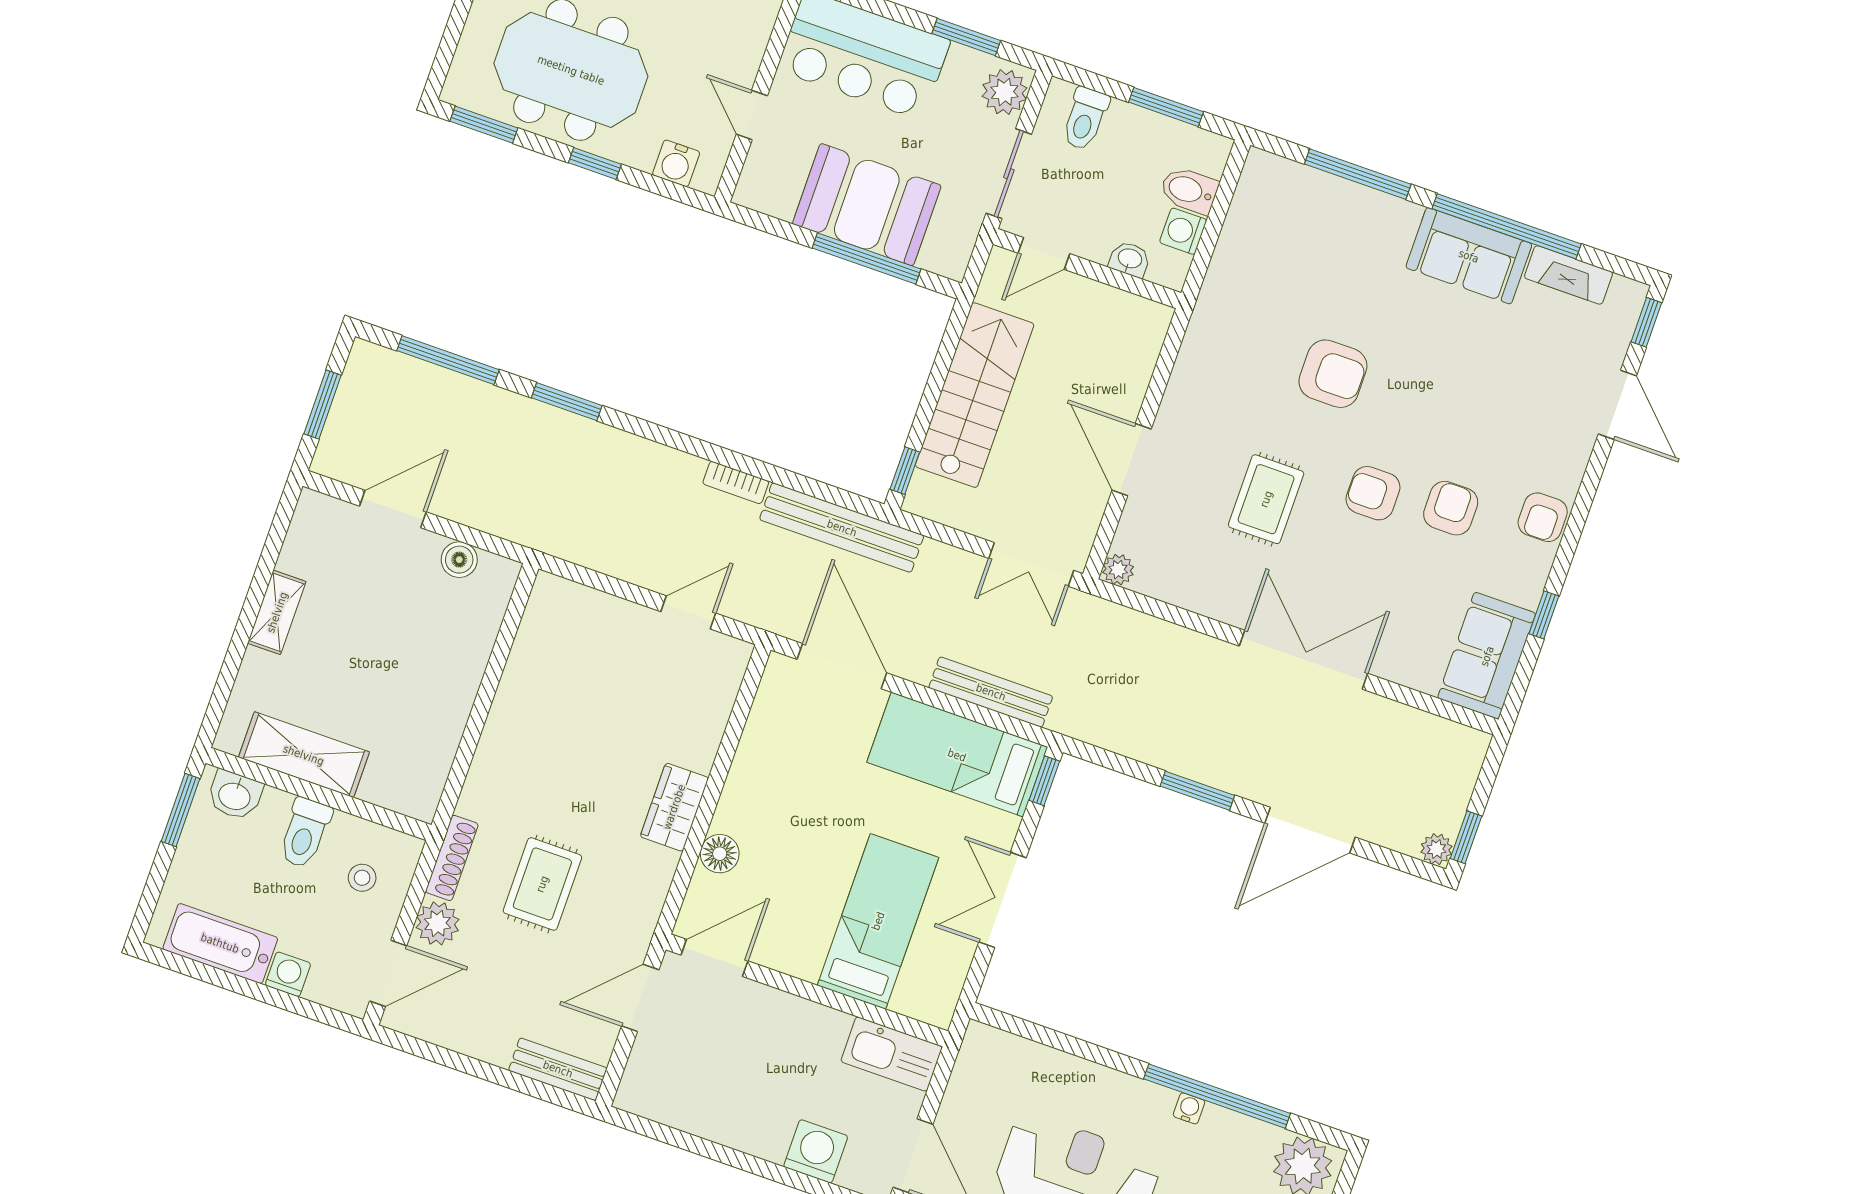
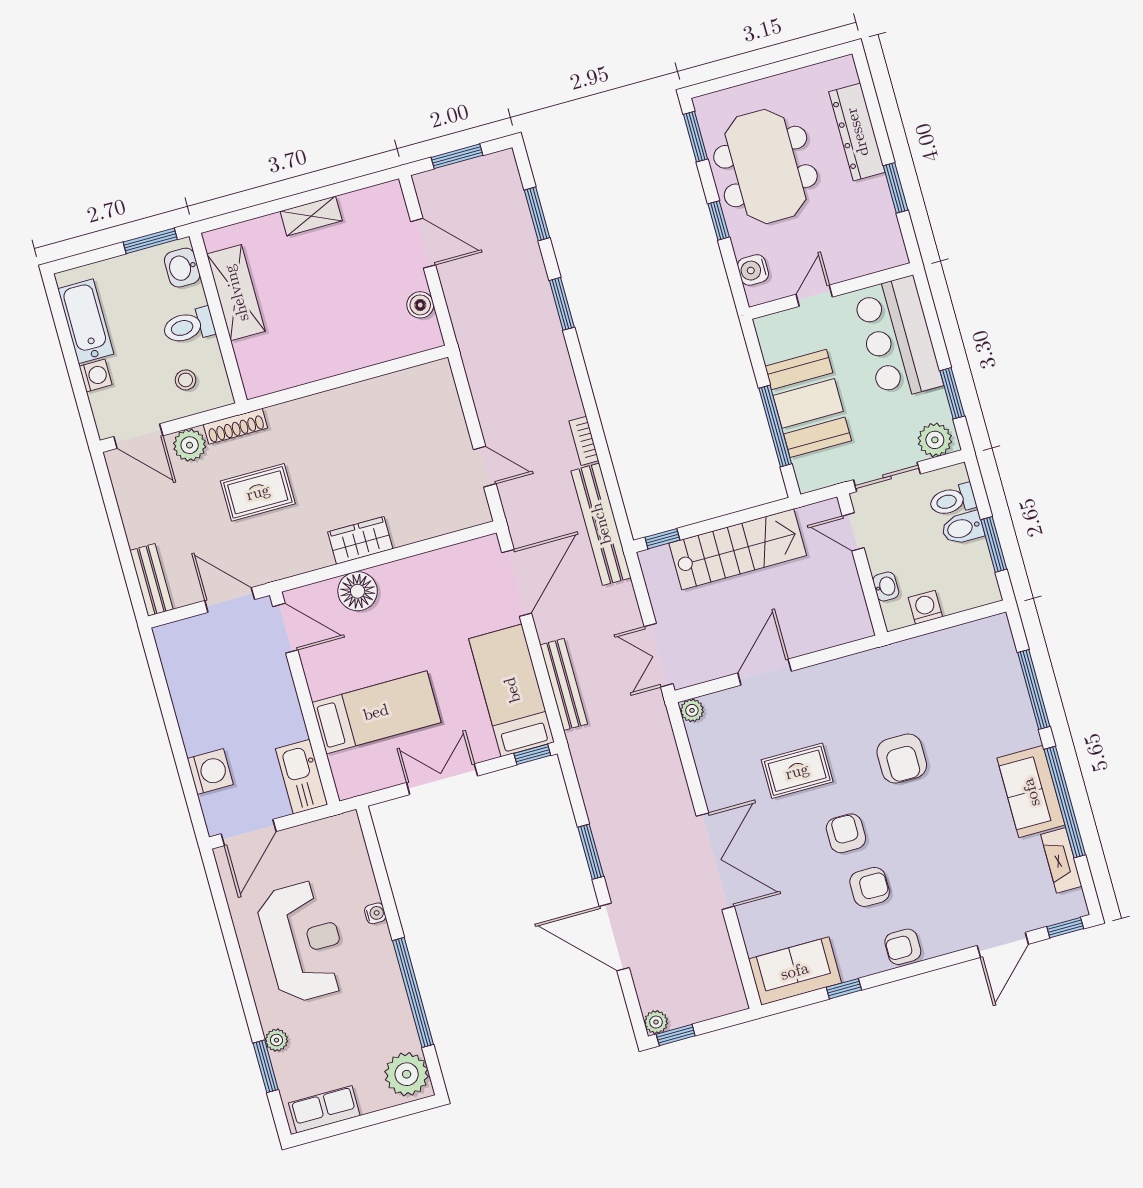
bidet: (1189, 190) -> (963, 528), moved, turned -90
window: (448, 360) -> (537, 214), width x0.69
floor lamp: (720, 854) -> (358, 591), width x1.38, depth x1.38
water cooler: (1189, 1108) -> (375, 913), moved

